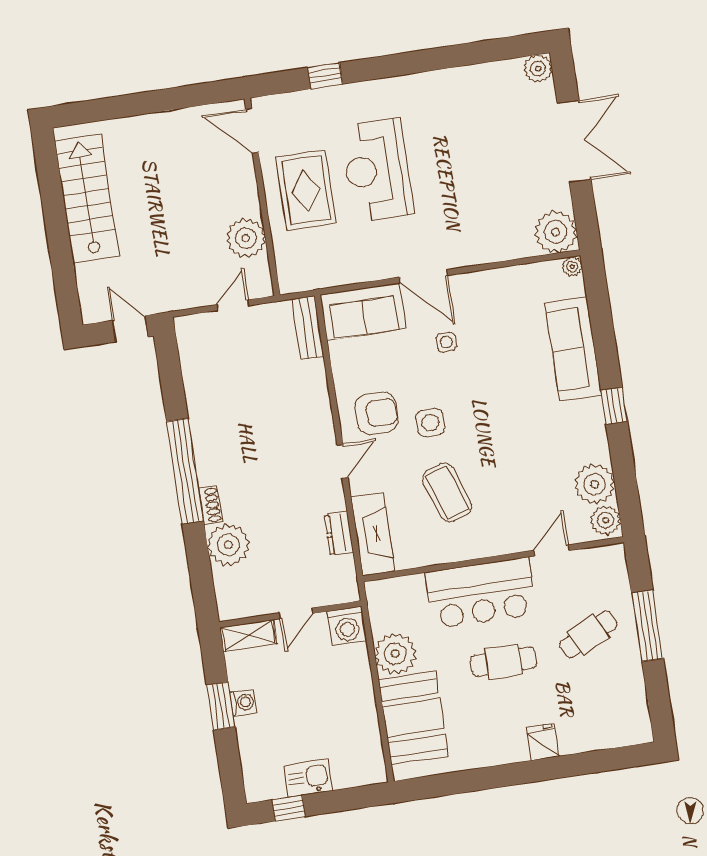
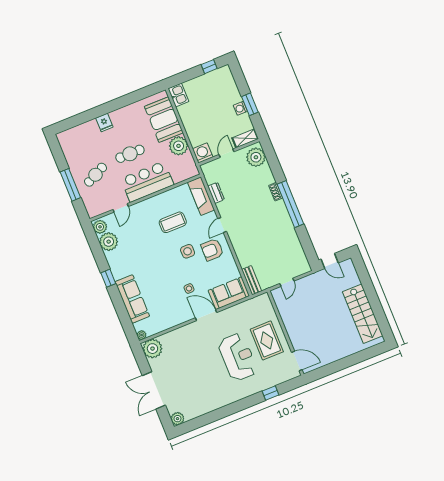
plant: (246, 238) -> (288, 313), removed
coffee table: (447, 492) -> (173, 222), turned -71
plant: (228, 545) -> (256, 157), moved
kitchen sink: (308, 778) -> (178, 95), moved, turned -90

